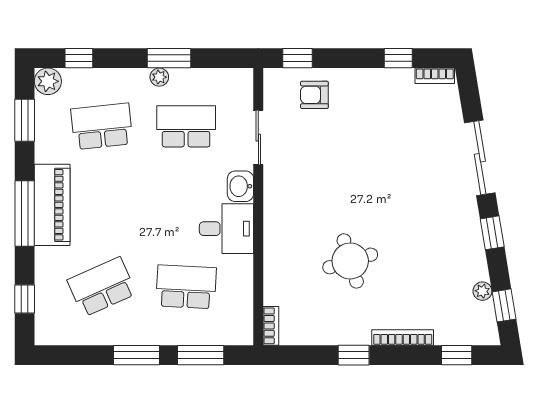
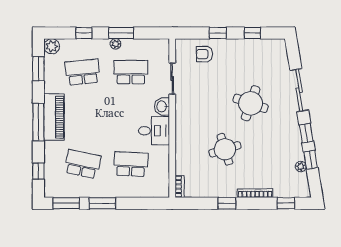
window: (79, 58) -> (84, 33), moved
window: (297, 58) -> (218, 33), moved
bookcase: (435, 76) -> (273, 43), removed
round table: (395, 181) -> (251, 103), added
school desk: (102, 287) -> (83, 164), turned 36
window: (504, 305) -> (311, 160), moved
window: (201, 355) -> (66, 203), moved

